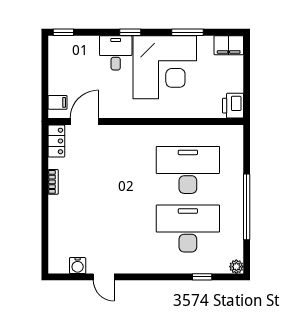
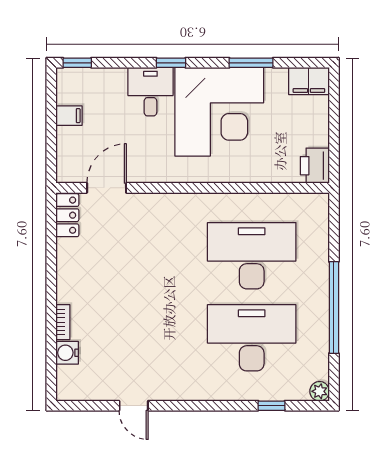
filing cabinet: (58, 102) -> (69, 116), moved
bookcase: (53, 182) -> (63, 322), moved
water cooler: (78, 266) -> (67, 353), moved, turned 90

